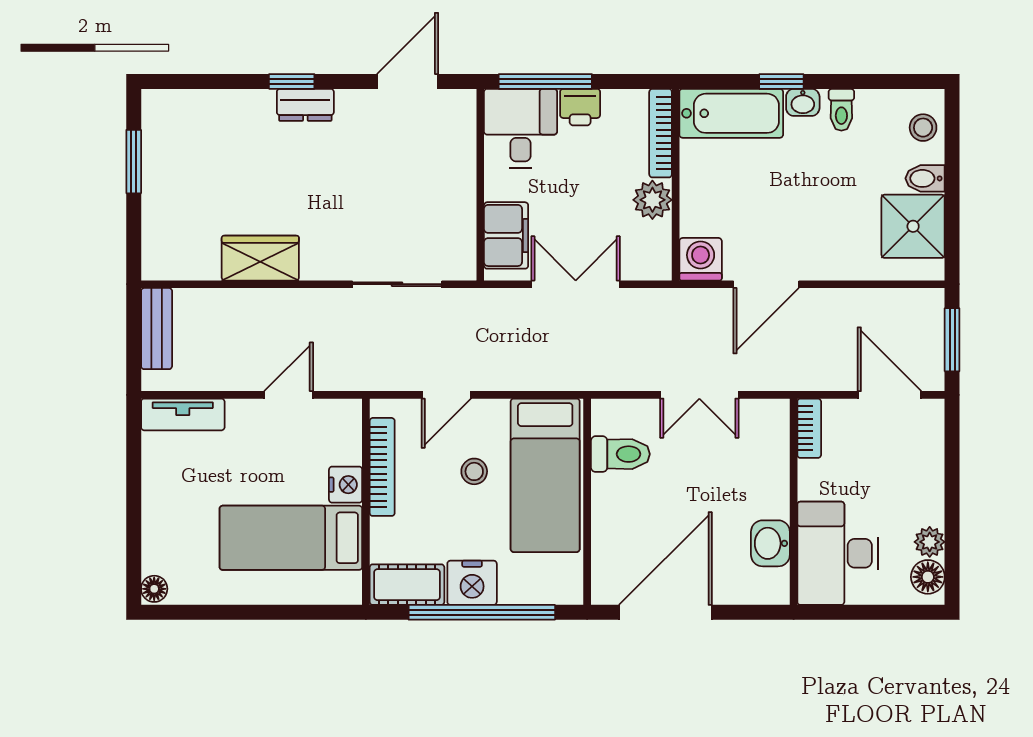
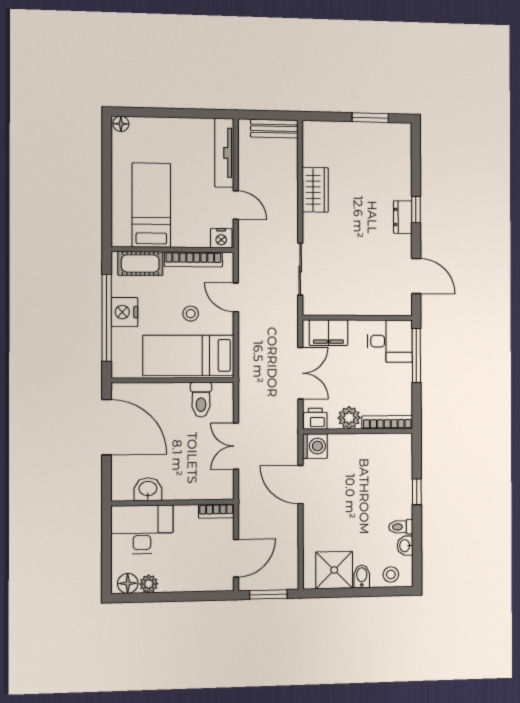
washbasin: (803, 102) -> (405, 546), moved
printer: (580, 107) -> (315, 419), moved, turned 90
bathtub: (731, 113) -> (399, 463), removed
tv unit: (183, 414) -> (224, 153), width x1.41
nightstand: (346, 485) -> (221, 238), moved
cot: (407, 585) -> (140, 264), moved, turned 90

